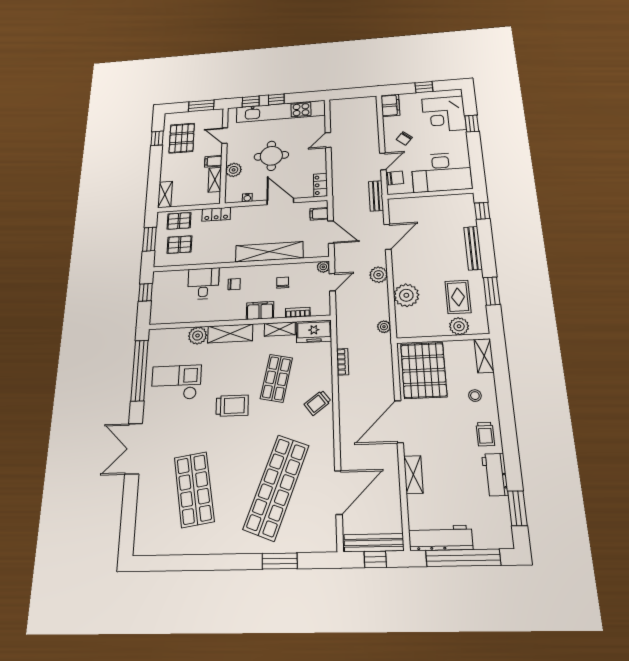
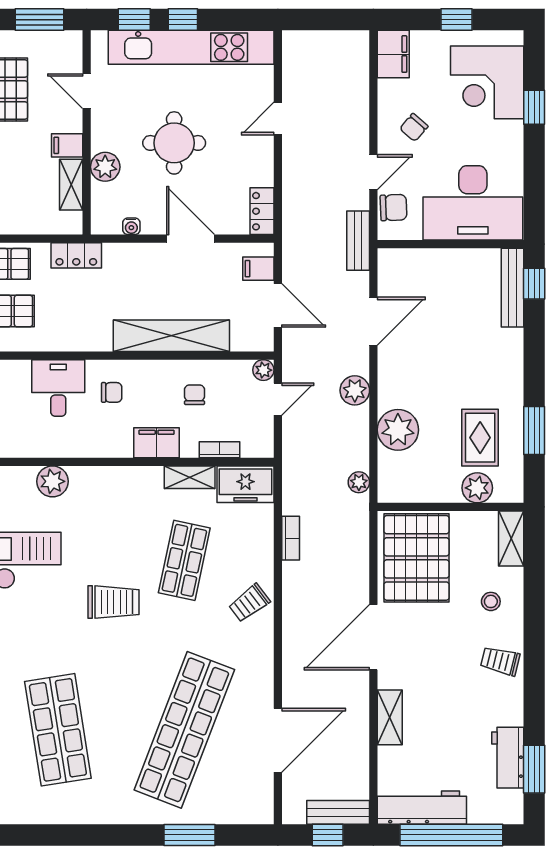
bench: (473, 248) -> (512, 288), moved
shelving: (230, 333) -> (107, 481), removed
trolley: (485, 434) -> (500, 661), turned 104
workbench: (495, 475) -> (508, 758), moved
bench: (374, 543) -> (338, 812), width x0.73

